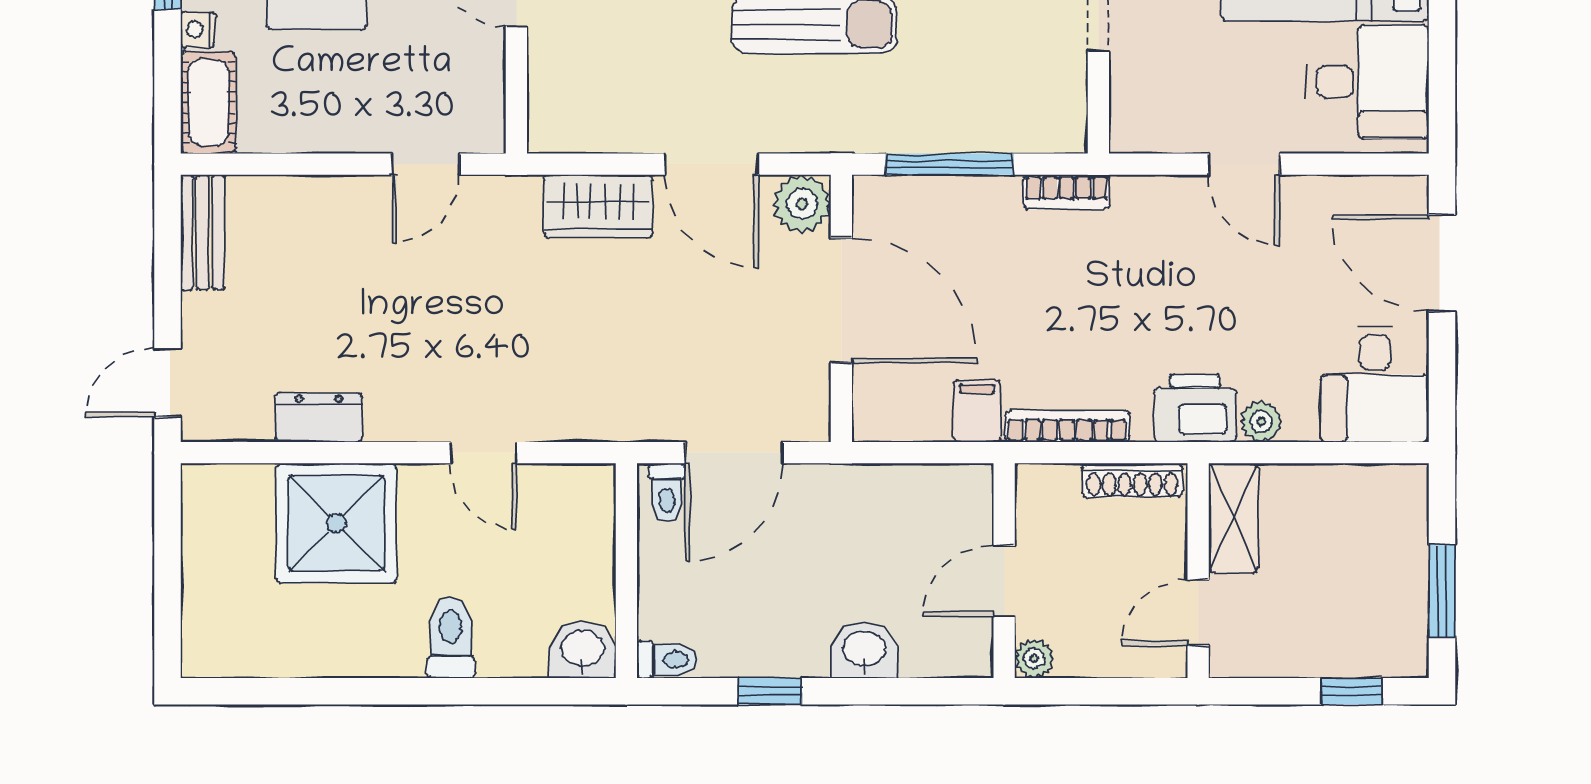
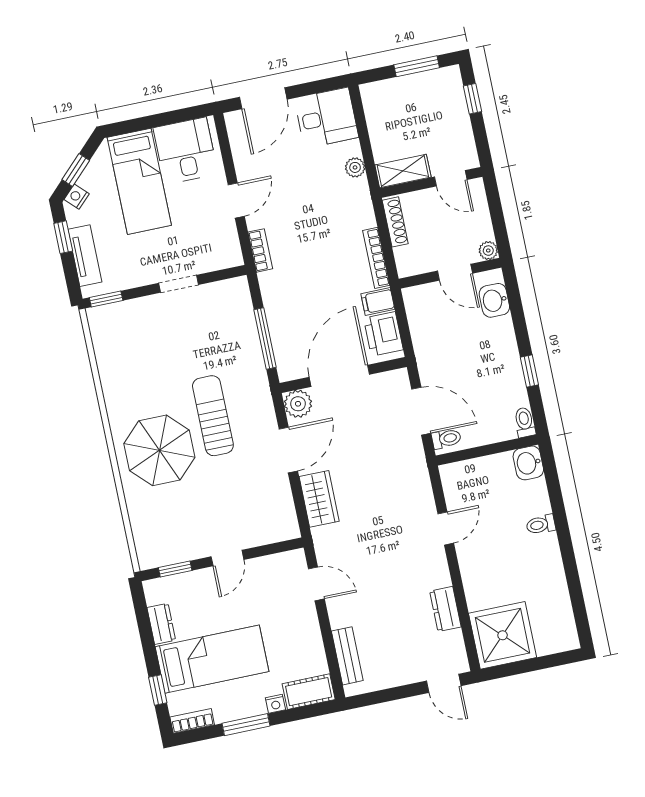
bookcase: (1067, 192) -> (260, 250), moved
bench: (203, 232) -> (347, 656), moved, turned 90
printer: (1195, 408) -> (383, 334), moved
shower: (336, 523) -> (503, 635), moved
toilet: (451, 638) -> (541, 525), width x0.73, depth x0.72
washbasin: (864, 650) -> (494, 300), moved

